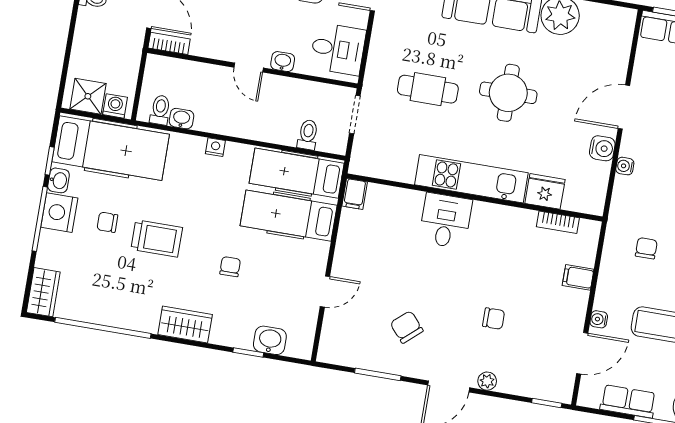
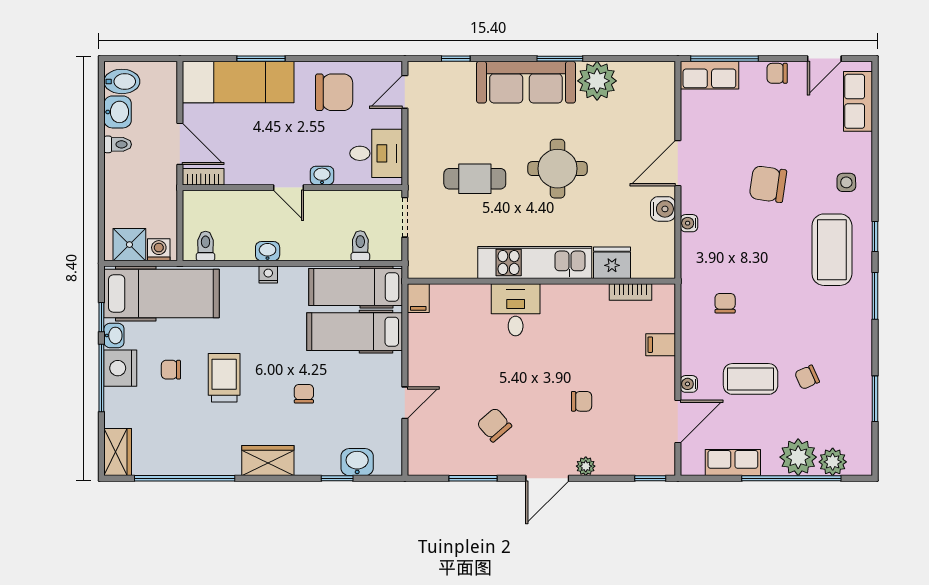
washbasin: (181, 119) -> (268, 251), moved
trolley: (157, 238) -> (224, 378), turned -90

